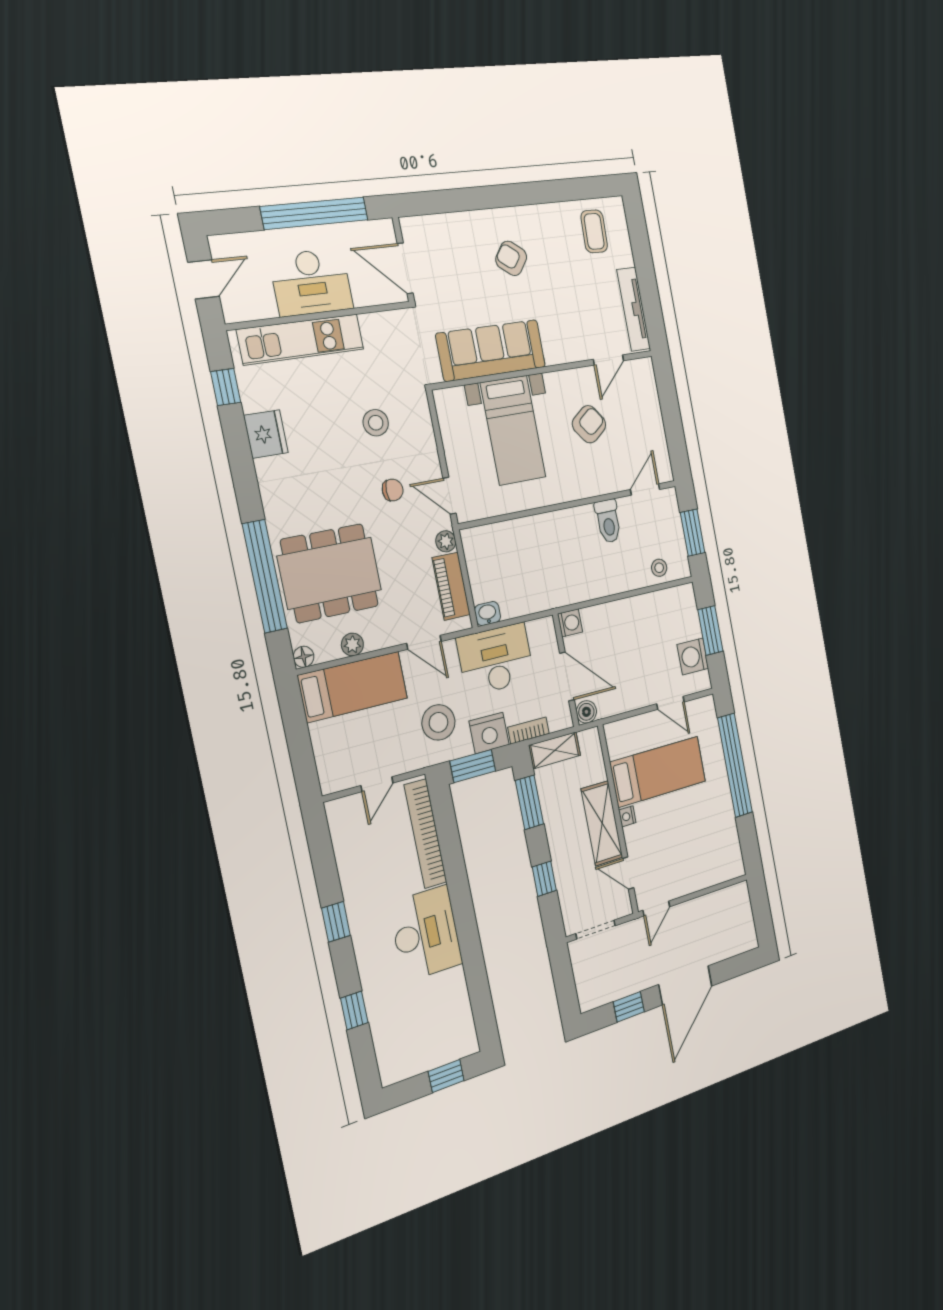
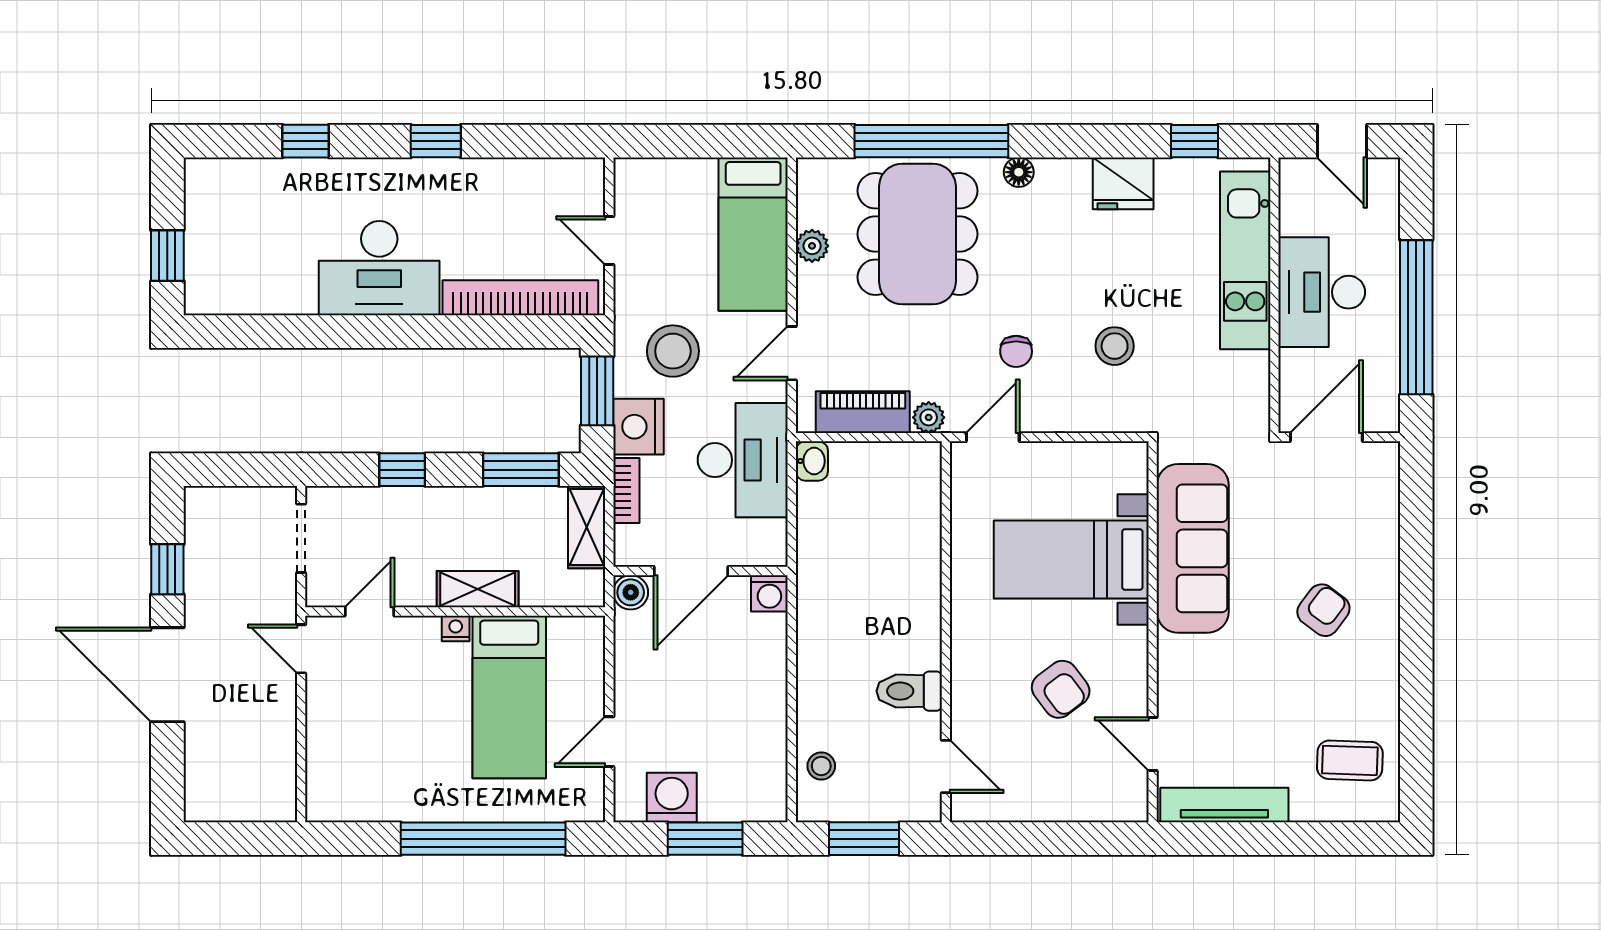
floor lamp: (304, 657) -> (1019, 172), moved
shelving: (602, 823) -> (478, 589), width x0.67, depth x0.75

